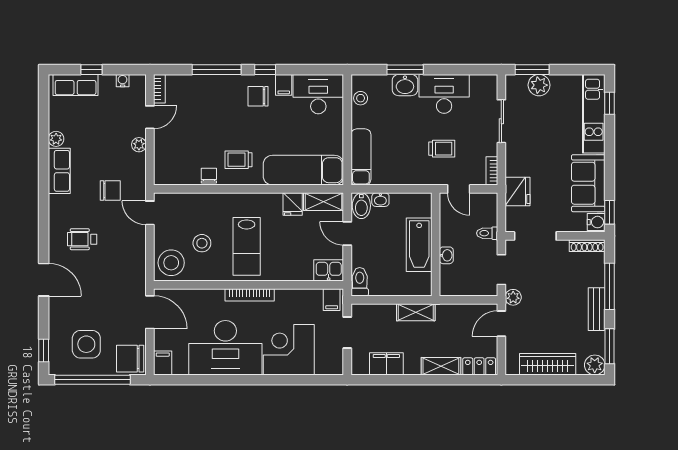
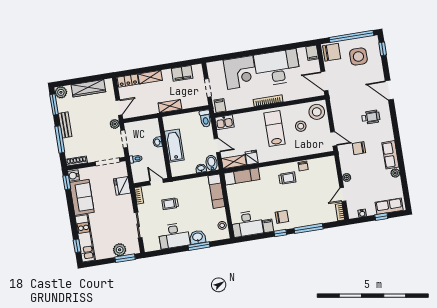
exam couch: (303, 170) -> (242, 176), width x0.73, depth x0.69

